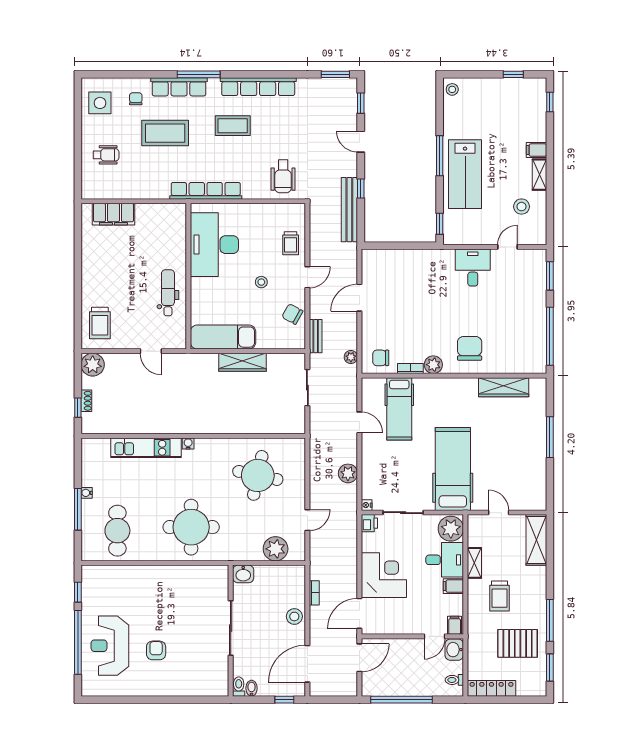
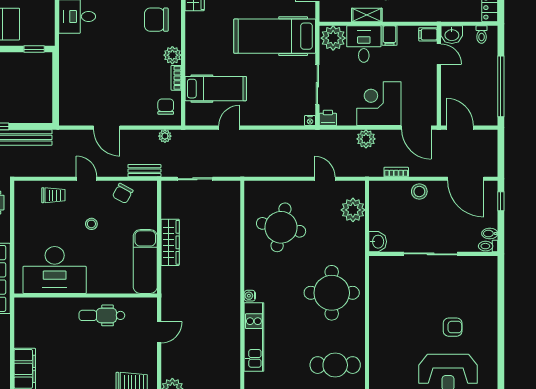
chair: (381, 358) -> (166, 107), turned 180
plant: (348, 473) -> (366, 139), moved
armchair: (156, 650) -> (453, 327), turned 180

